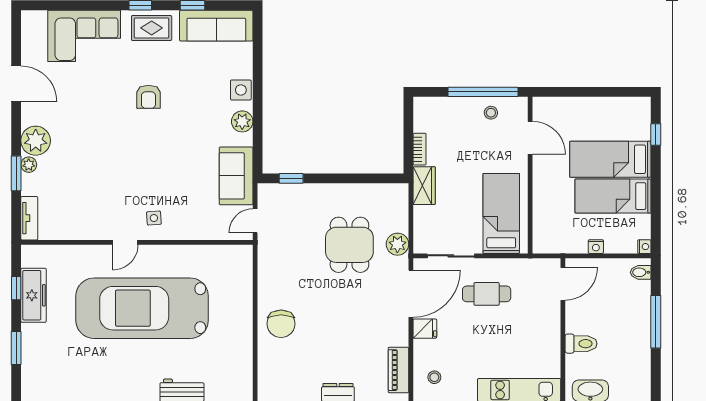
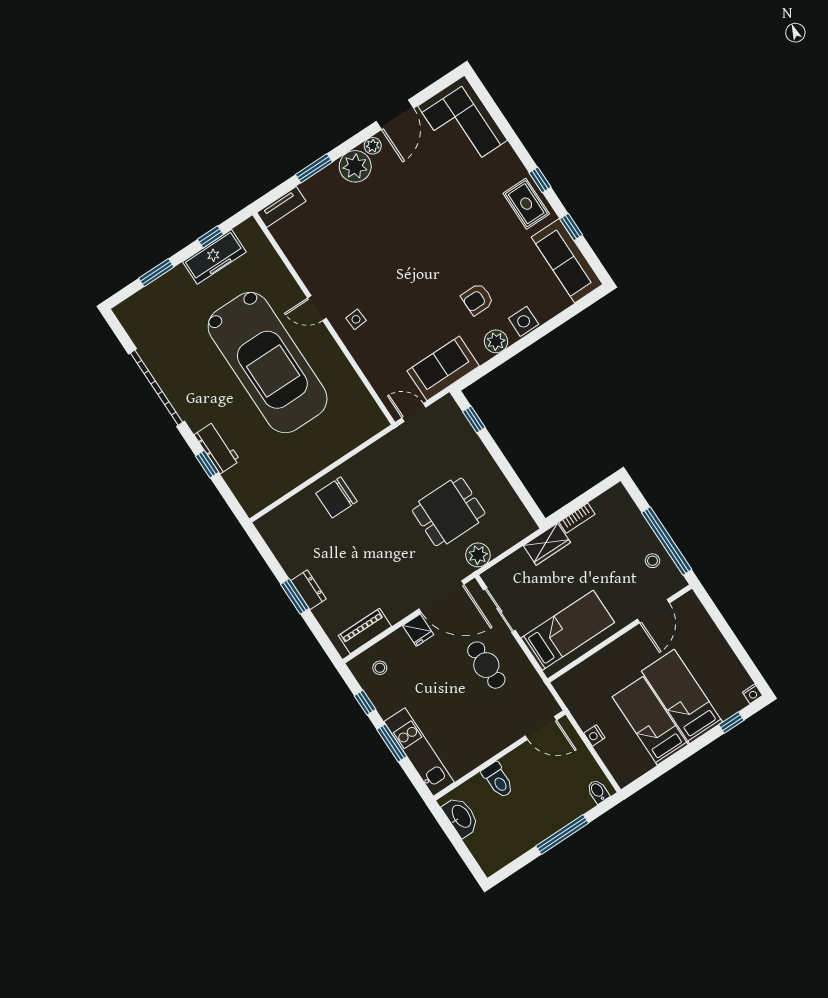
corner sofa: (84, 36) -> (463, 123), moved
armchair: (148, 97) -> (477, 299), moved
plant: (29, 165) -> (373, 146), moved
nightstand: (644, 247) -> (752, 694), moved
car: (142, 308) -> (268, 363), turned 180

